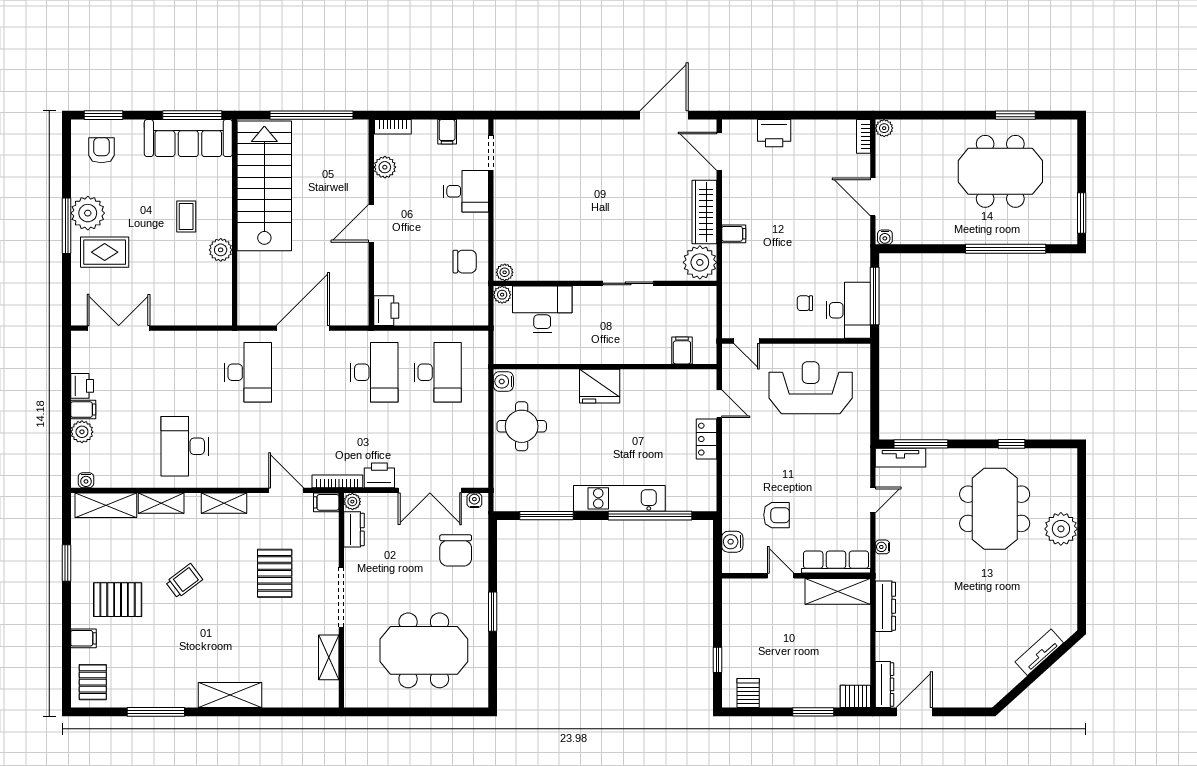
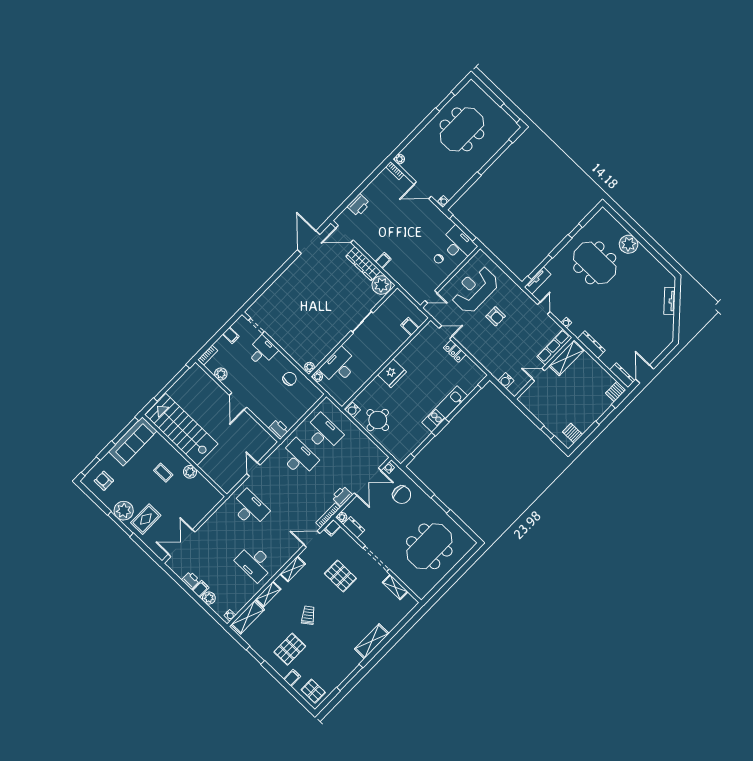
door: (303, 328) -> (253, 469), width x0.53
armchair: (777, 515) -> (496, 316), moved, turned 90

